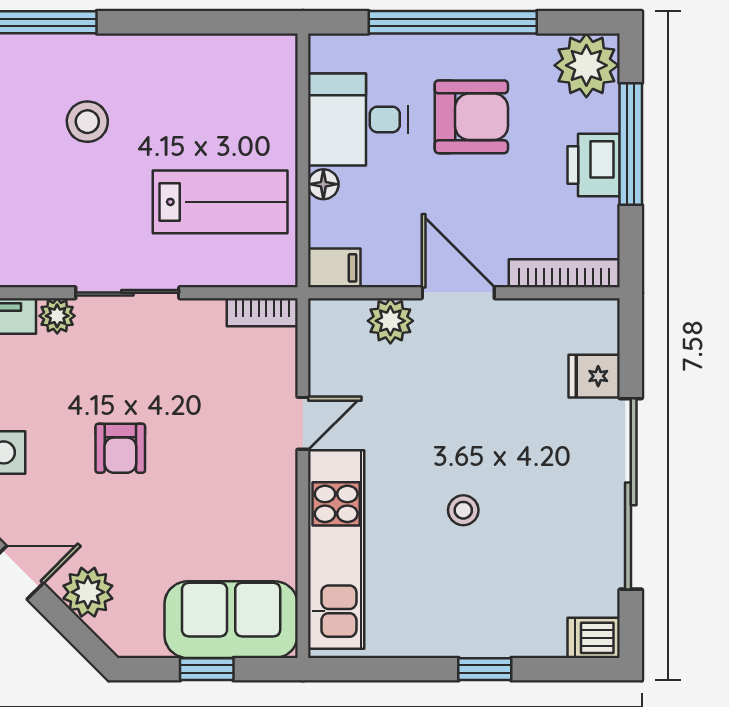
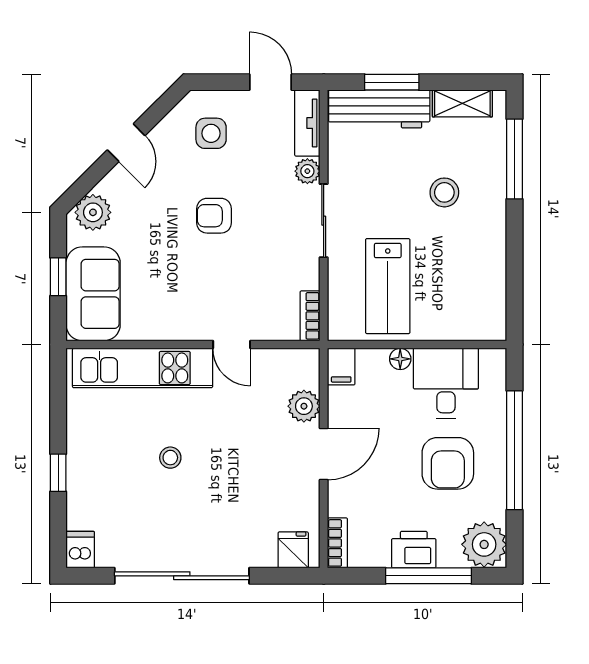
bookcase: (564, 273) -> (337, 543), width x0.64
fridge: (594, 376) -> (293, 550), moved
plant: (88, 592) -> (93, 212), moved

